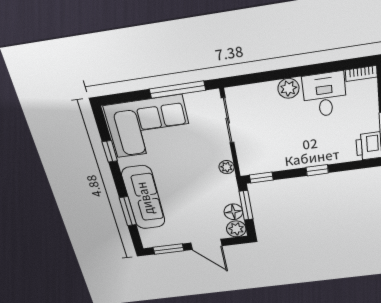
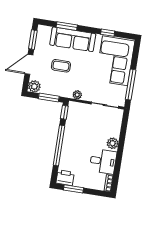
window: (317, 170) -> (59, 145), width x3.17
coffee table: (191, 202) -> (61, 66), added
floor lamp: (233, 212) -> (47, 89), removed

